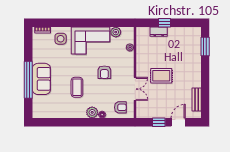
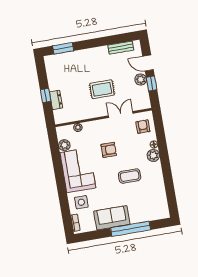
rug: (161, 76) -> (102, 89), turned 90
sofa: (41, 79) -> (112, 218), moved
plant: (164, 113) -> (141, 79), added

